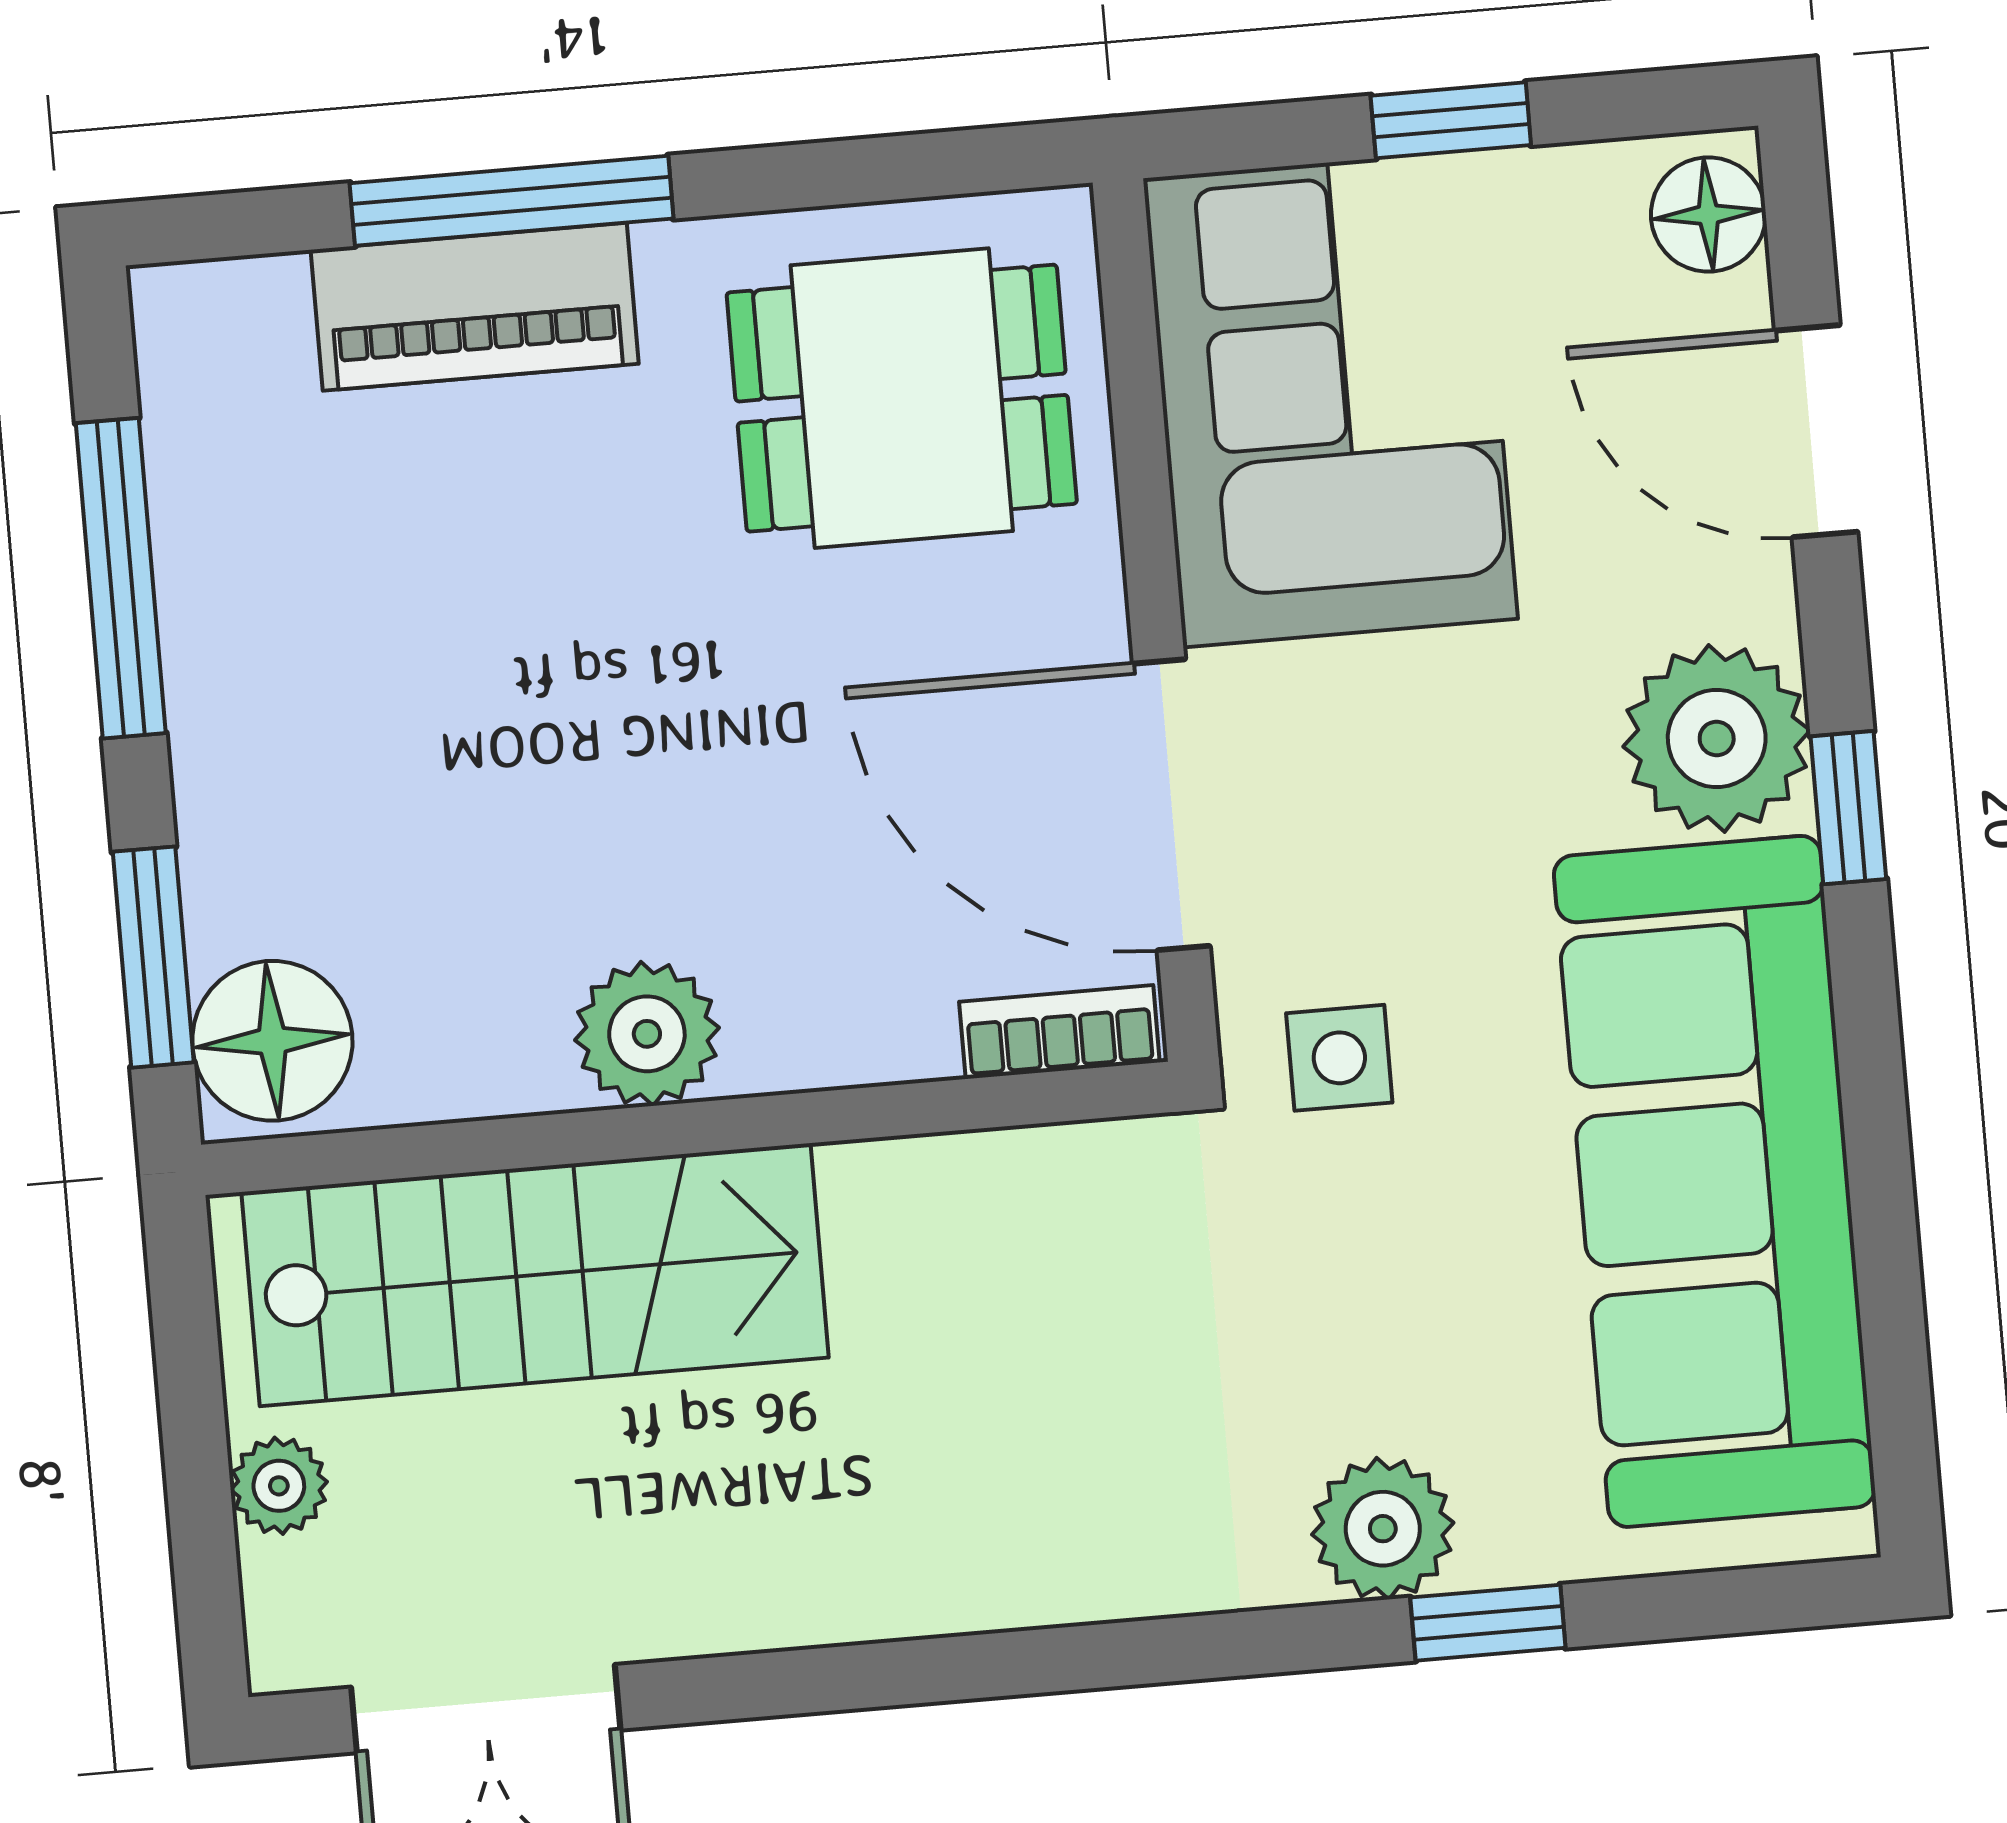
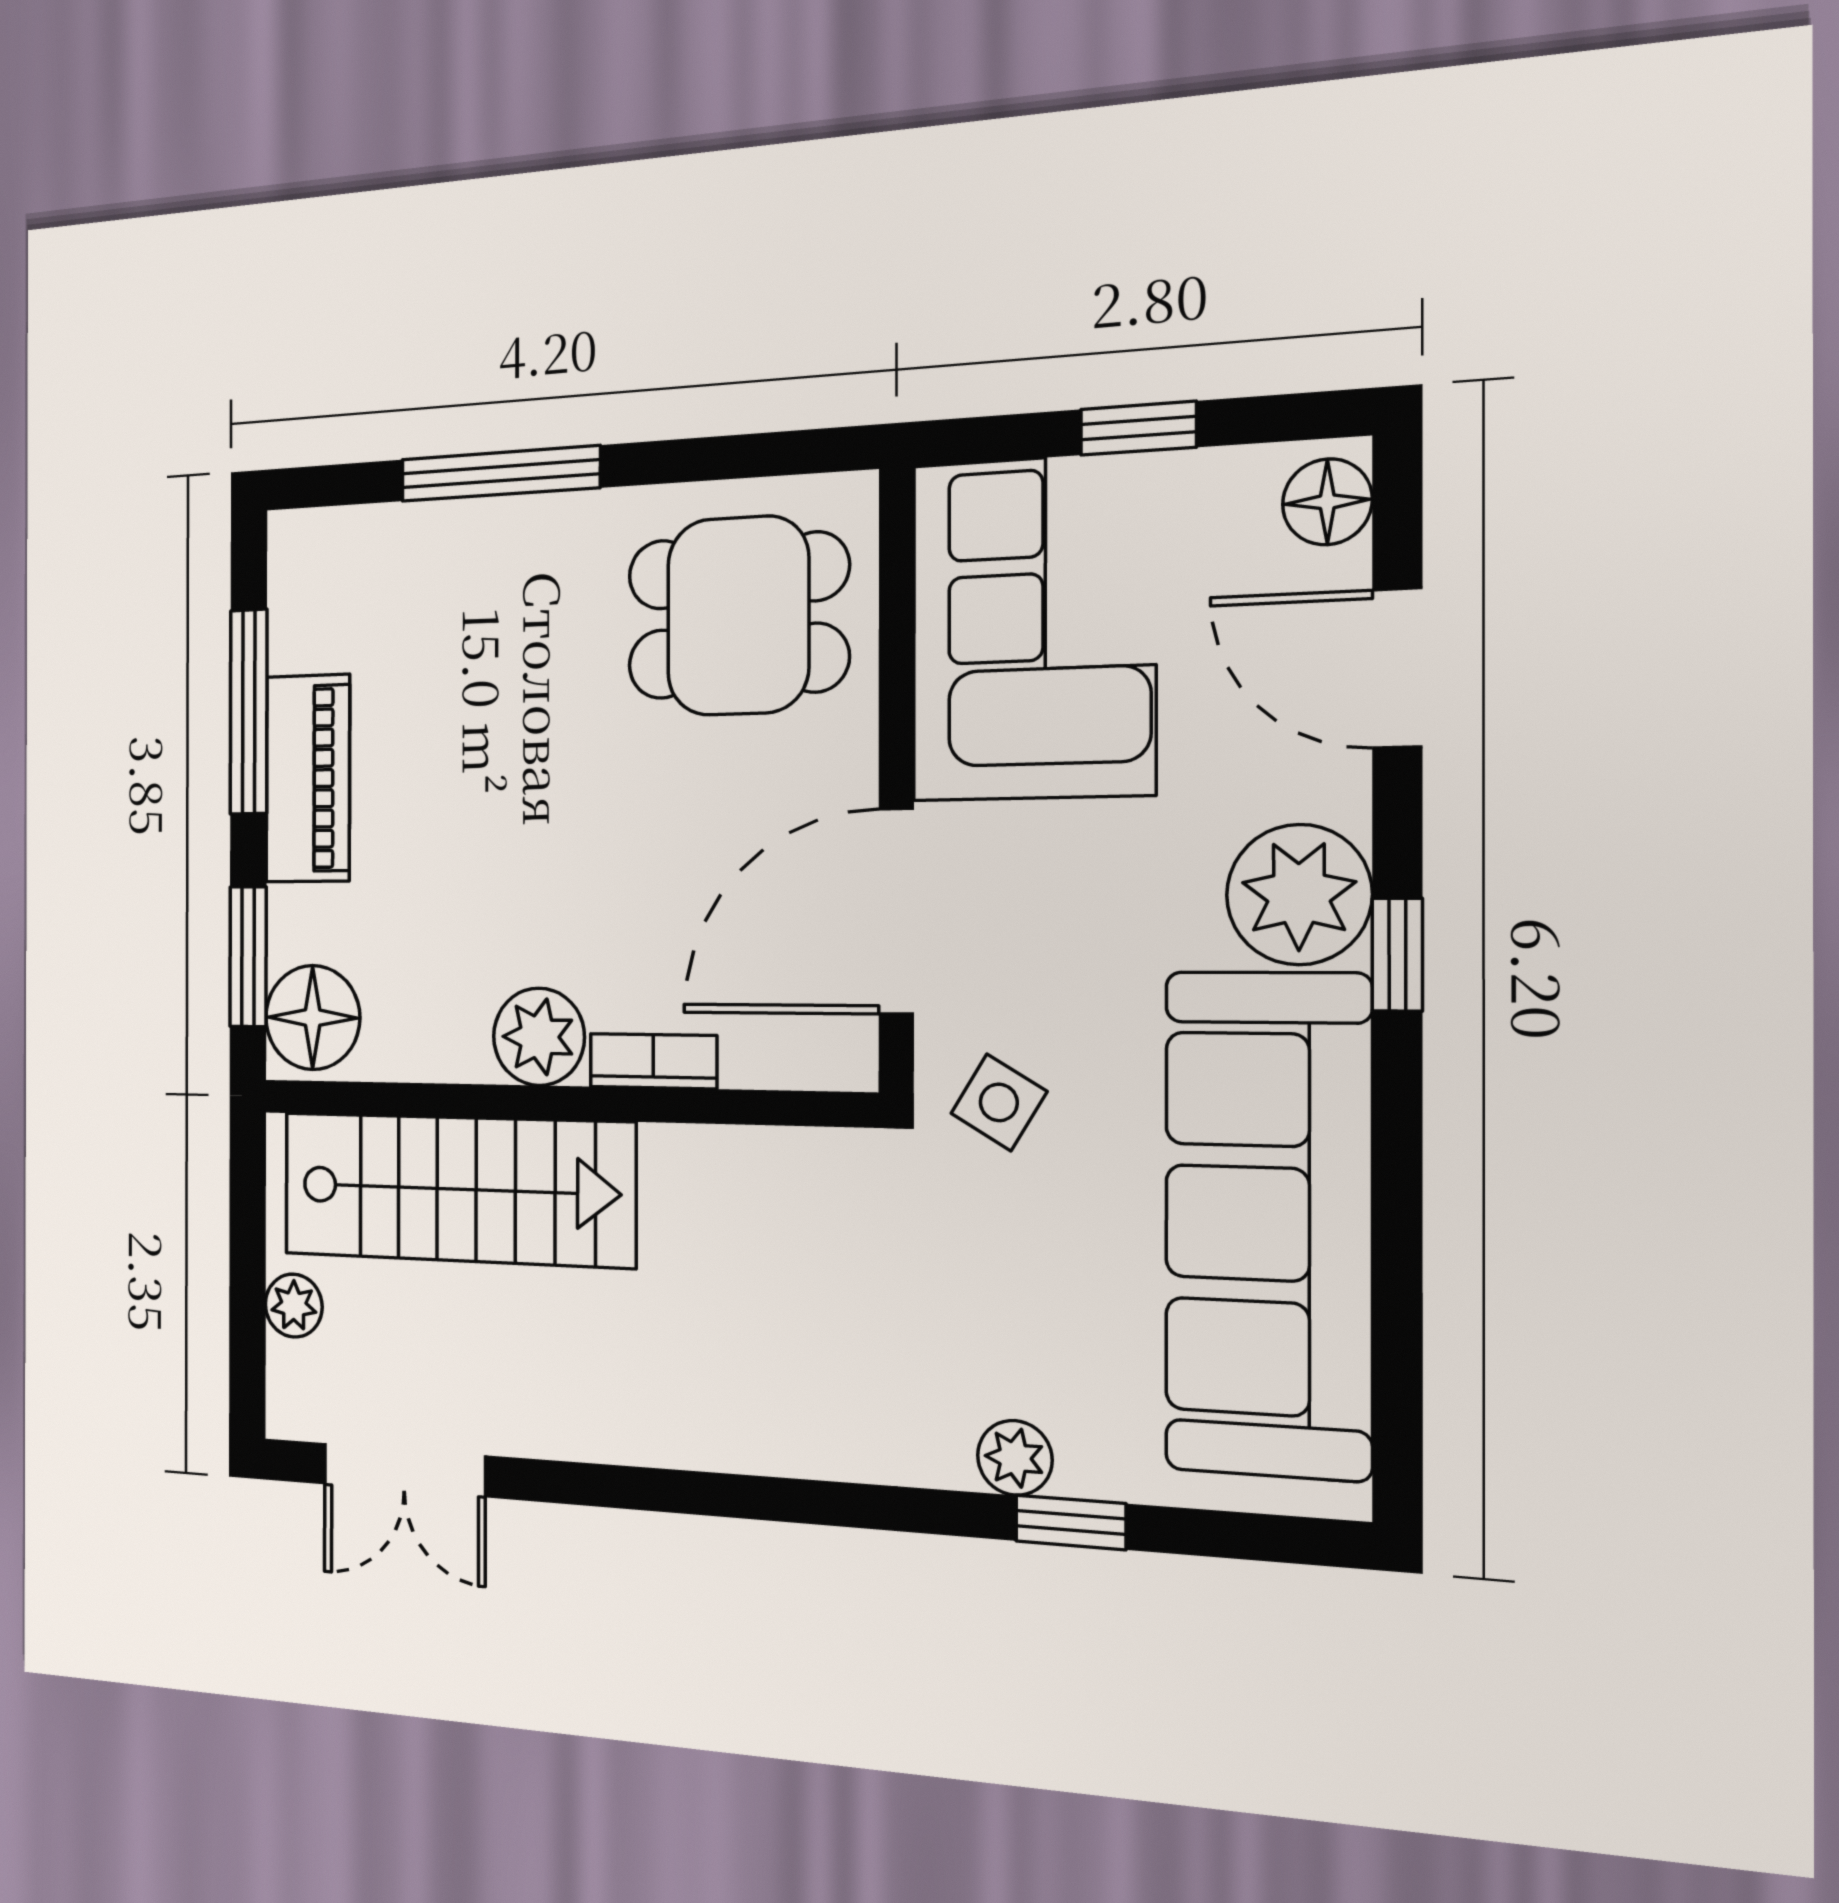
piano: (475, 307) -> (308, 778), moved, turned -90
door: (1171, 805) -> (896, 911), hinge flipped
bookcase: (1059, 1032) -> (653, 1061), moved
side table: (1339, 1058) -> (999, 1102), turned 31
plant: (1383, 1529) -> (1015, 1458), width x0.73, depth x0.73

